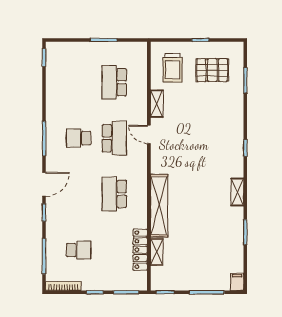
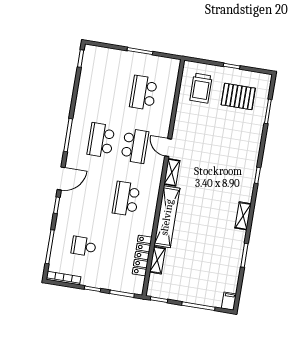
shelving: (157, 104) -> (172, 172), moved
school desk: (79, 138) -> (101, 140), width x1.85
school desk: (79, 250) -> (84, 246), turned 180

